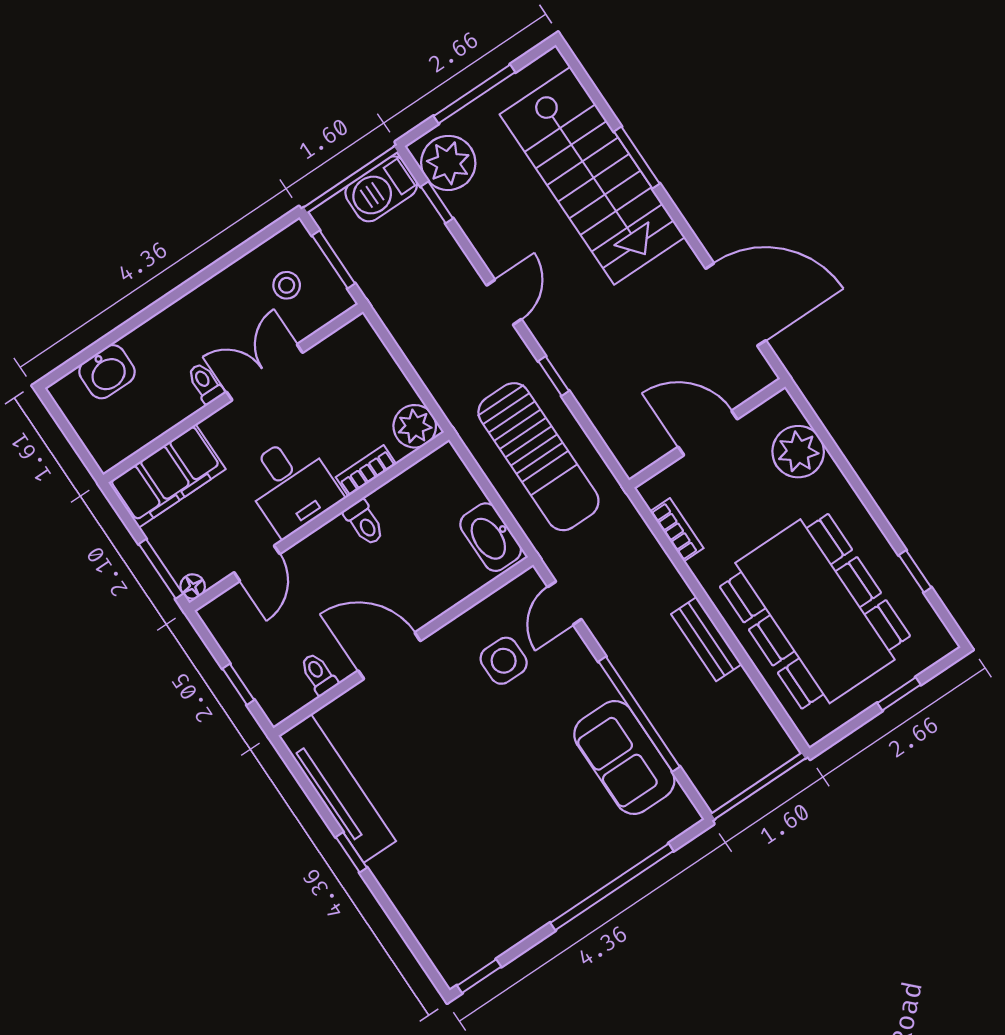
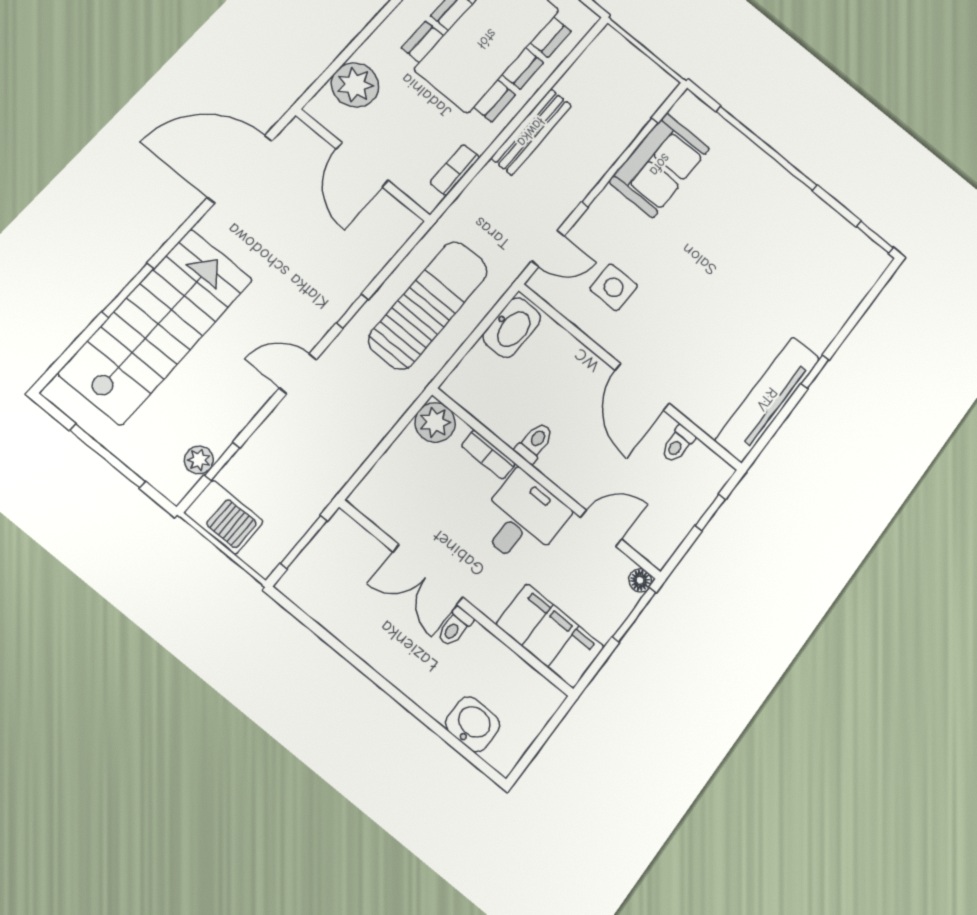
plant: (448, 163) -> (199, 460), width x0.53, depth x0.53
stool: (287, 285) -> (341, 579), removed
door: (736, 304) -> (240, 169), hinge flipped
bench: (706, 639) -> (531, 132), width x1.36

